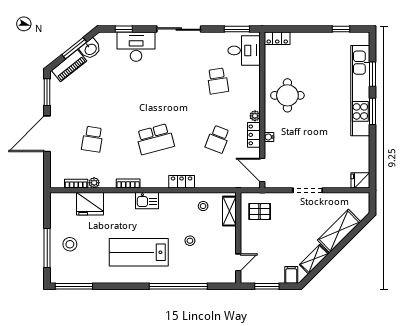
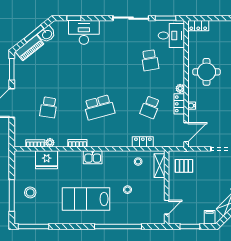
sliding door: (179, 29) -> (131, 18), moved
door: (262, 170) -> (186, 132), swing flipped
locker: (182, 182) -> (143, 142), moved

